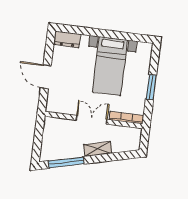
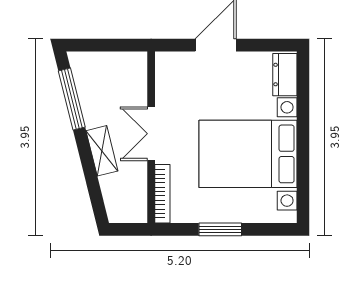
bed with nightstands: (110, 66) -> (248, 154), width x1.36
double door: (92, 120) -> (151, 134), swing flipped

